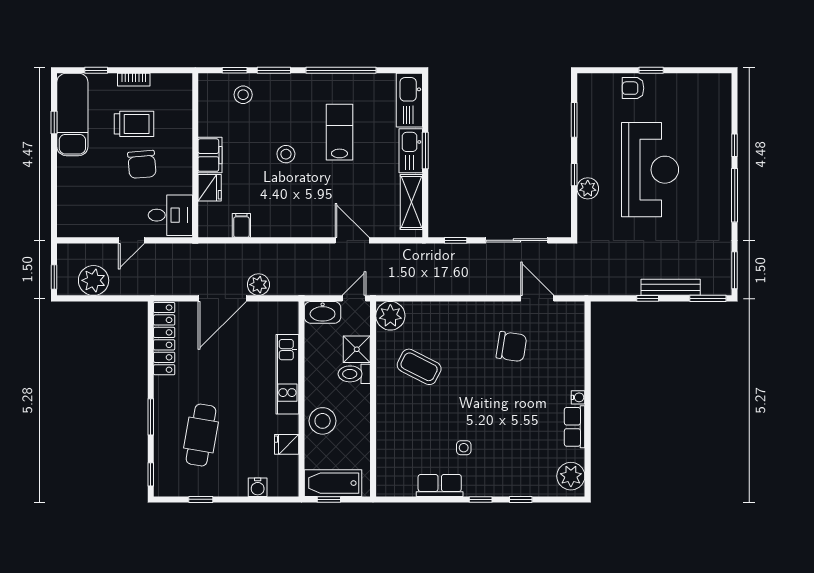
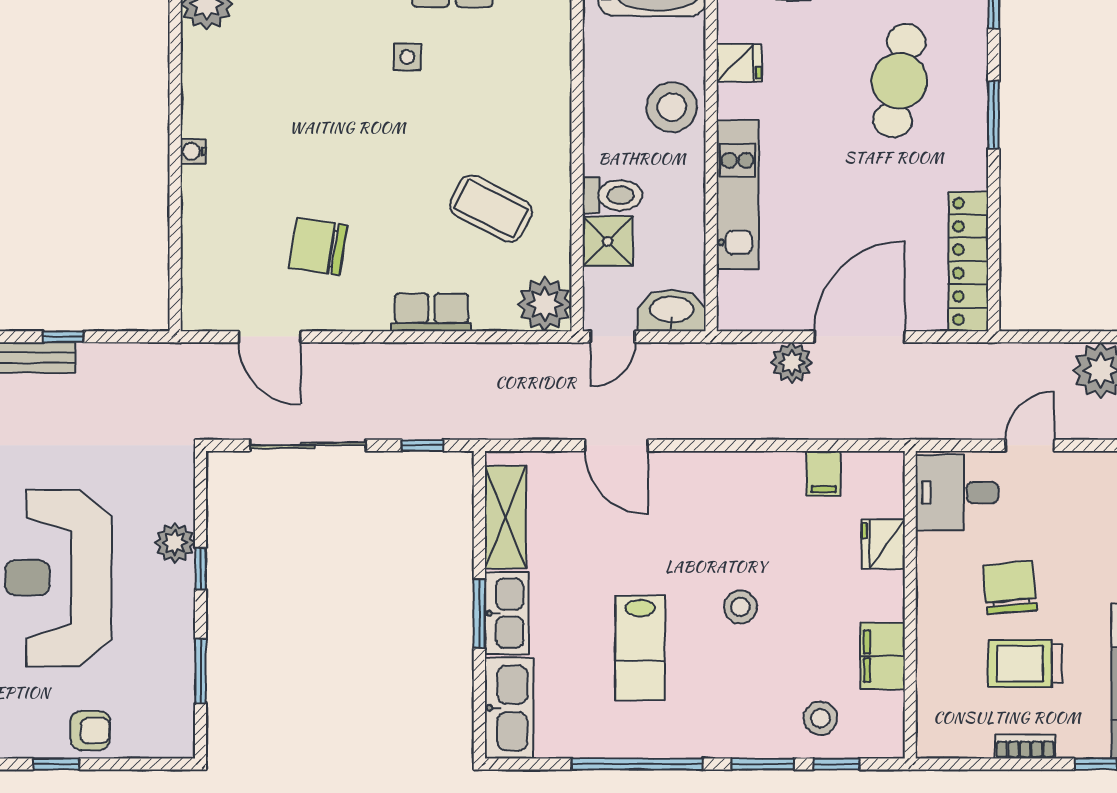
filing cabinet: (210, 155) -> (883, 656), moved
row of seats: (575, 427) -> (431, 312), moved, turned -90

